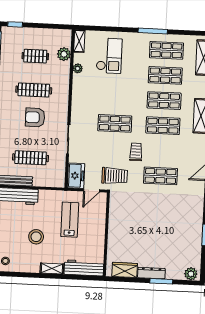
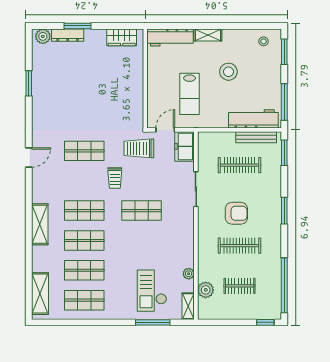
window: (153, 31) -> (153, 322), moved
dresser: (151, 273) -> (68, 35), moved

